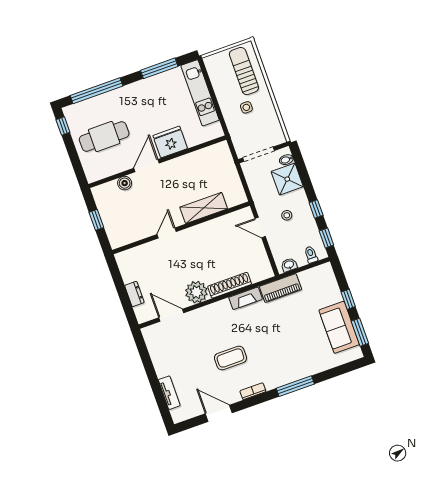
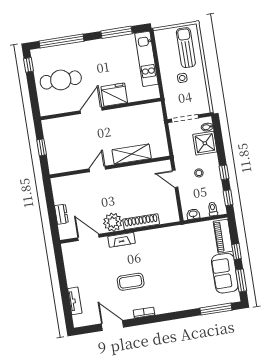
boiler: (125, 183) -> (70, 121), removed
piano: (280, 288) -> (223, 236), moved, turned 90
fireplace: (246, 298) -> (121, 240), moved
window: (295, 386) -> (216, 309), moved

